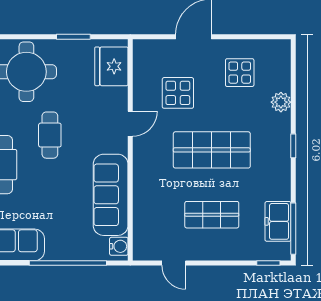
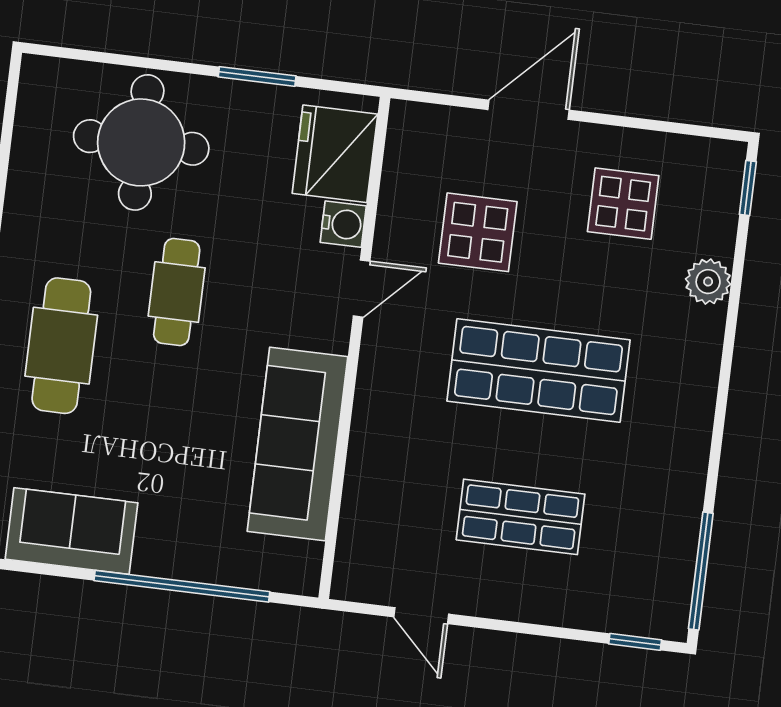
window: (293, 146) -> (748, 188), moved
freezer: (278, 221) -> (668, 550), removed
water cooler: (119, 246) -> (343, 224), moved

